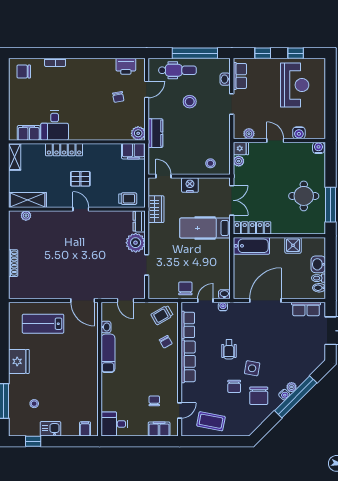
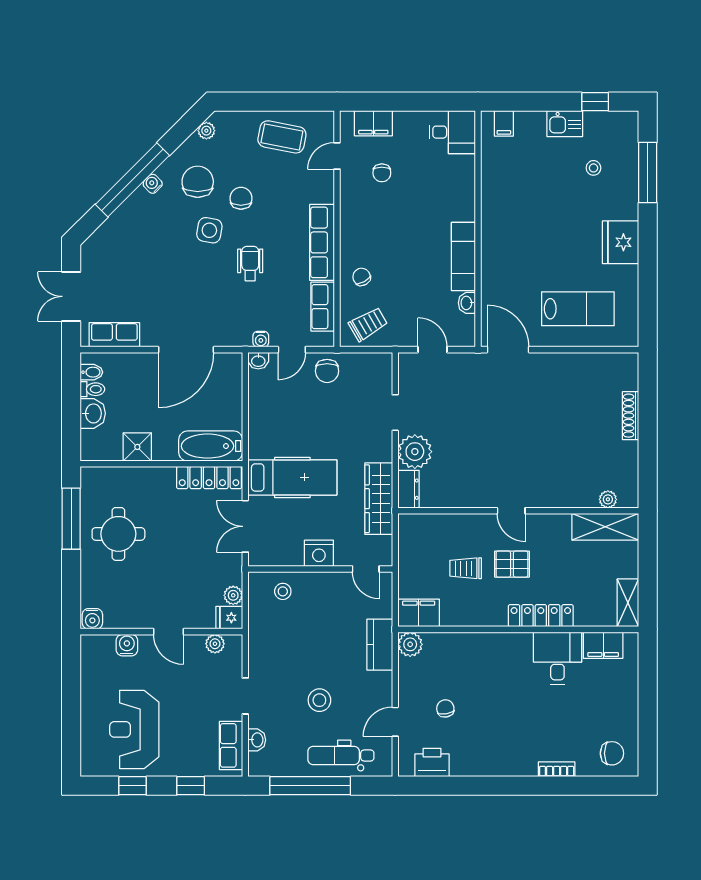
trolley: (128, 199) -> (466, 568), moved
wardrobe: (156, 209) -> (379, 499), width x1.50
plant: (292, 387) -> (206, 131), moved

